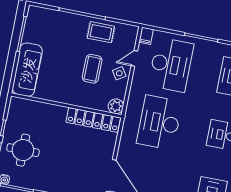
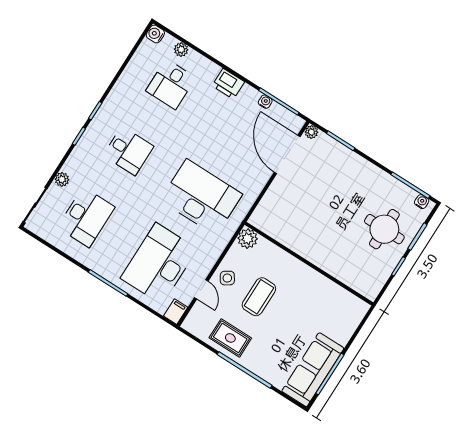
door: (134, 58) -> (201, 289), hinge flipped
sofa: (27, 70) -> (313, 370), moved
locker: (93, 120) -> (282, 233), removed
desk: (159, 123) -> (201, 197), turned -90

